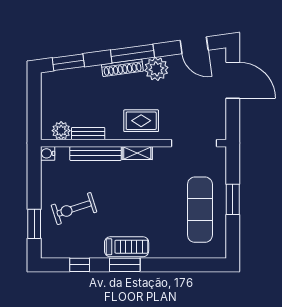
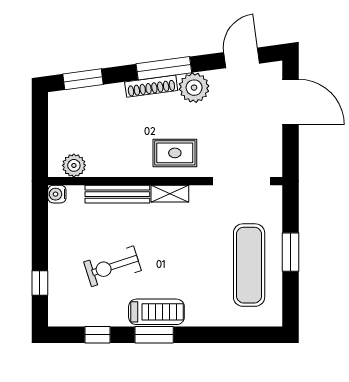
door: (194, 45) -> (242, 58), swing flipped
bench: (88, 134) -> (108, 169), removed
exercise bike: (74, 209) -> (113, 266), moved
window: (34, 224) -> (40, 283), width x0.67

